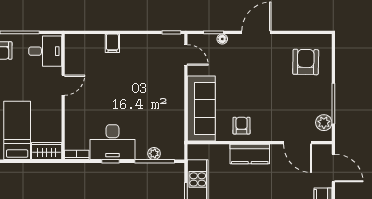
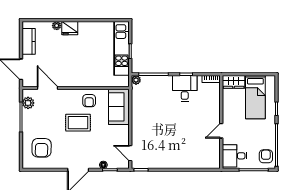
filing cabinet: (112, 43) -> (185, 162), removed
rug: (257, 96) -> (78, 123), added
sofa: (201, 109) -> (119, 107), width x0.73
desk: (113, 142) -> (185, 88), width x0.73
plant: (154, 154) -> (136, 80), moved
kitchen counter: (250, 154) -> (83, 80), removed

